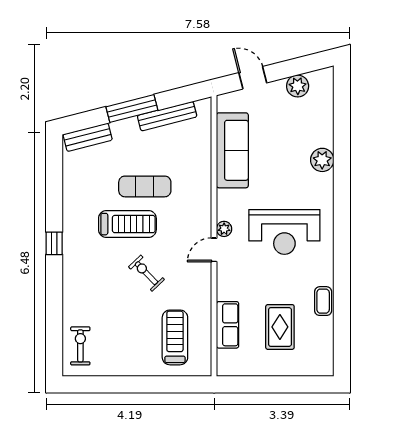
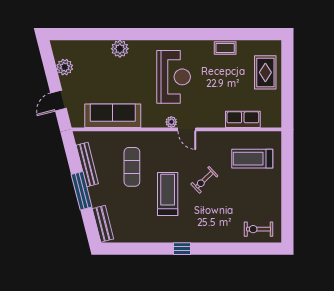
exercise mat: (145, 186) -> (132, 167), moved
rug: (280, 327) -> (265, 72), moved, turned 90

